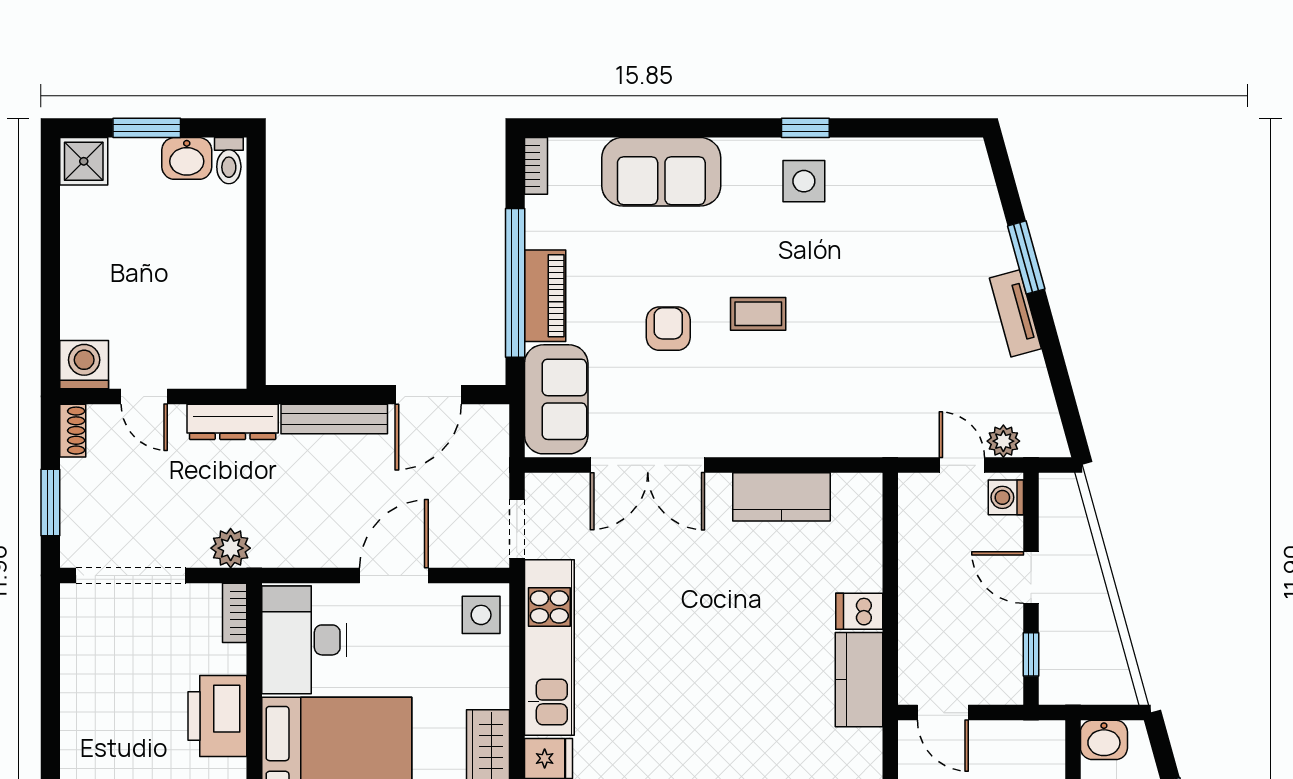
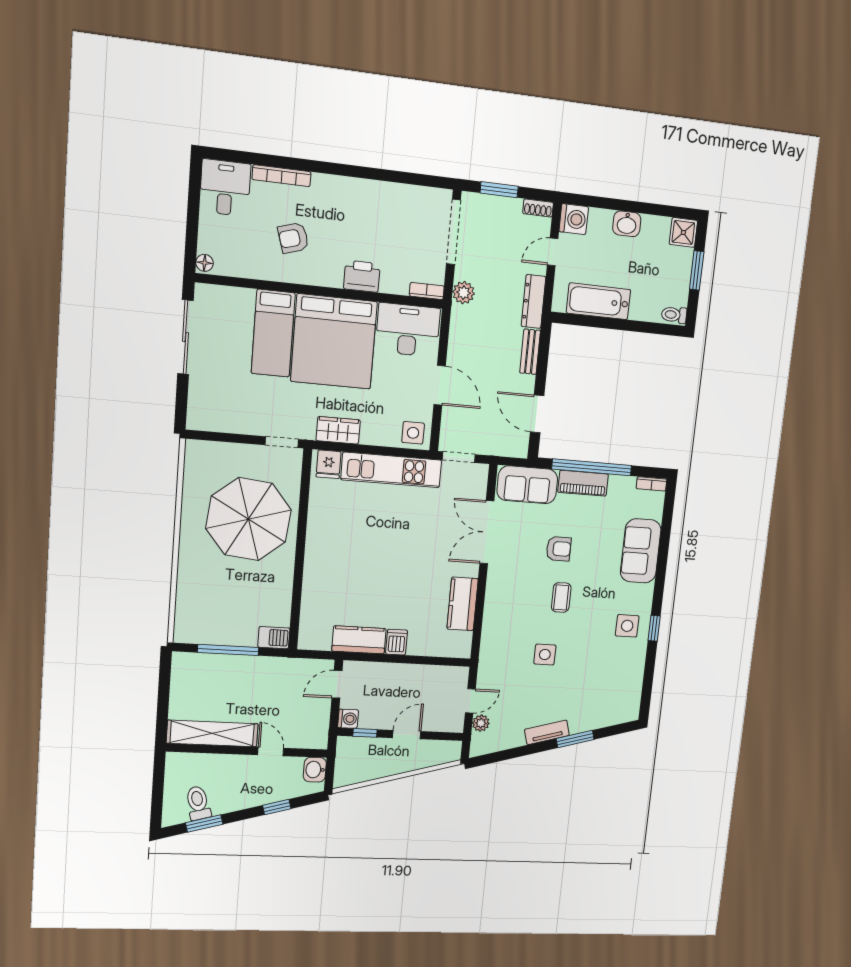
washbasin: (187, 158) -> (627, 224), moved, turned -90
bathtub: (220, 304) -> (599, 301), added
side table: (867, 333) -> (545, 655), added
bench: (334, 419) -> (530, 352), width x0.73
washing machine: (1006, 497) -> (348, 719), moved, turned 90
printer: (217, 716) -> (362, 276), width x0.73, depth x0.84

